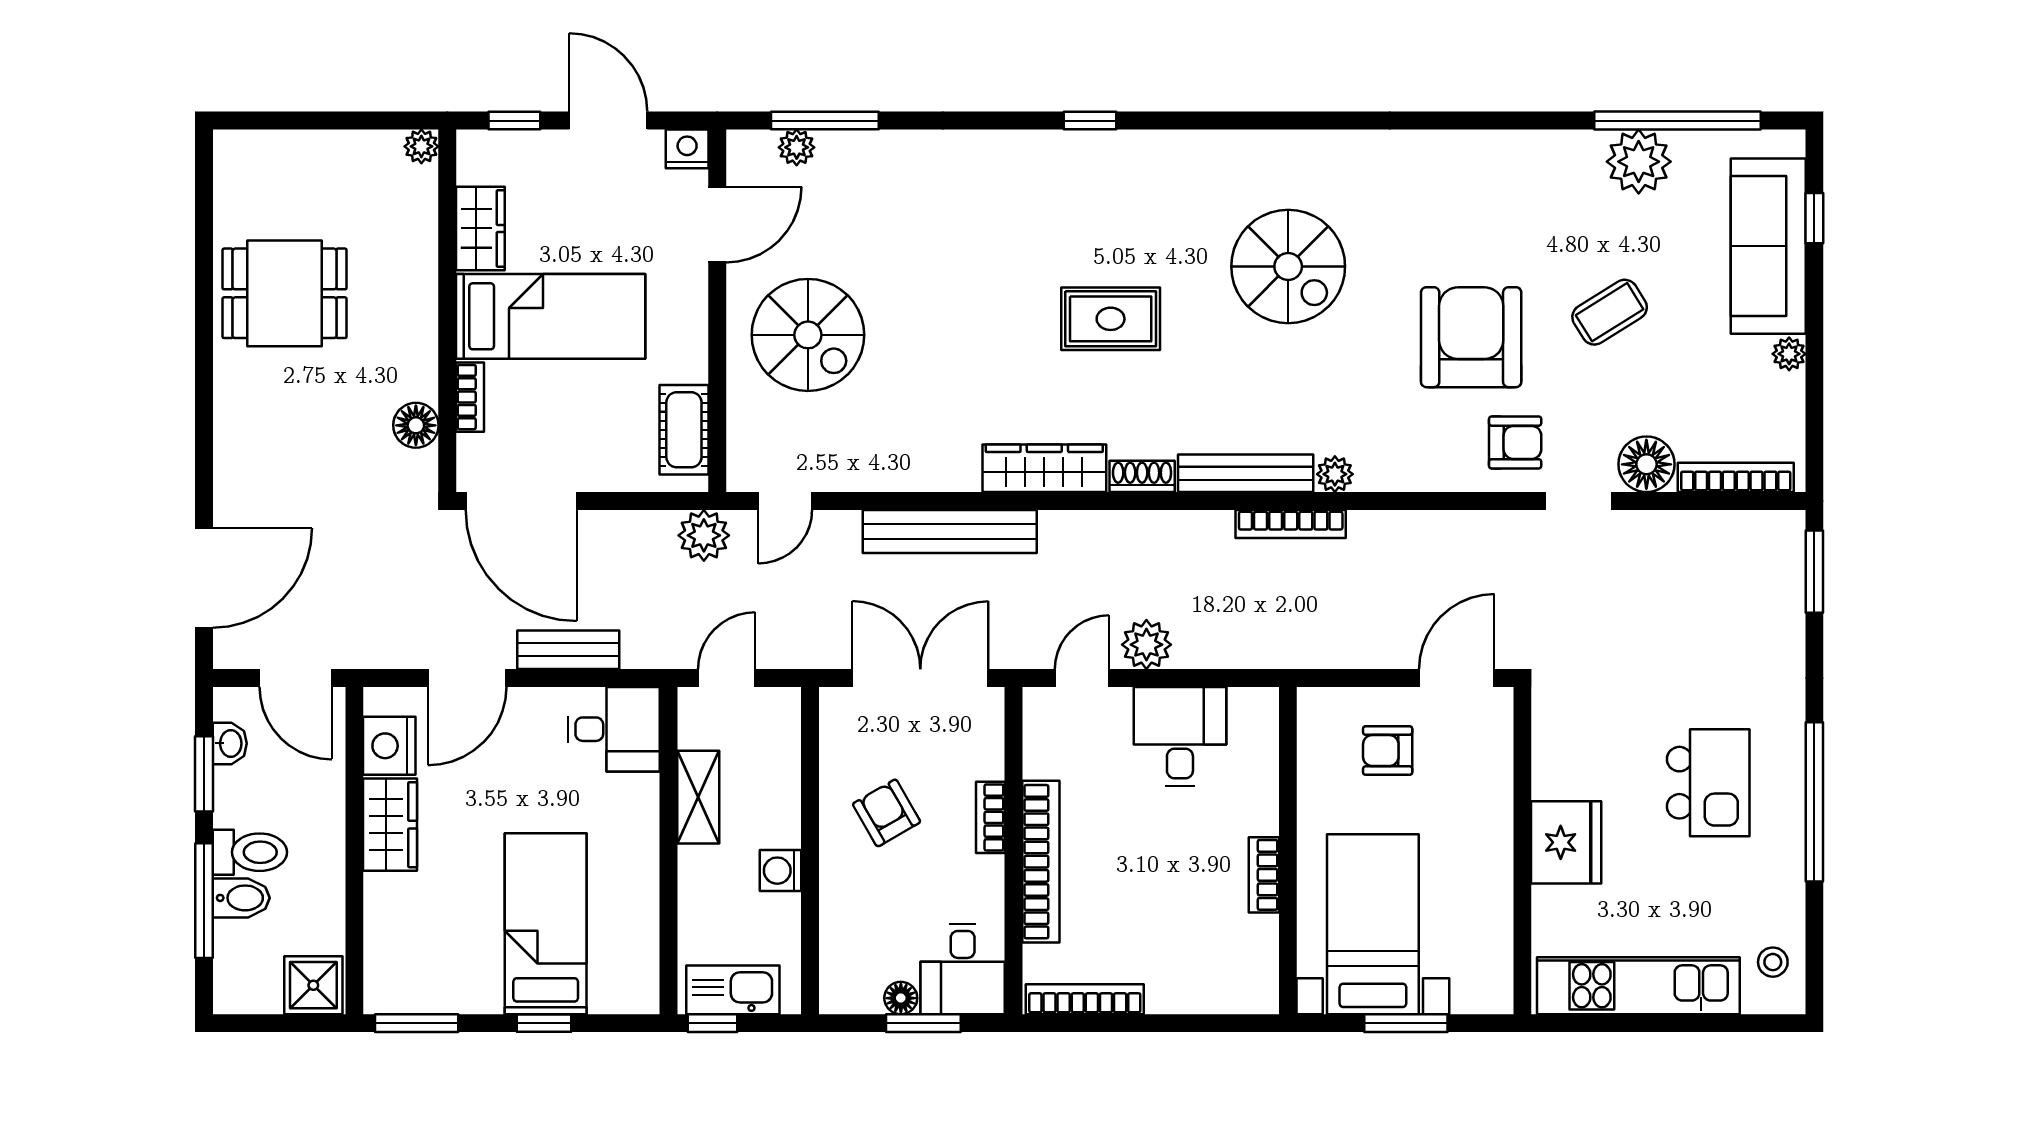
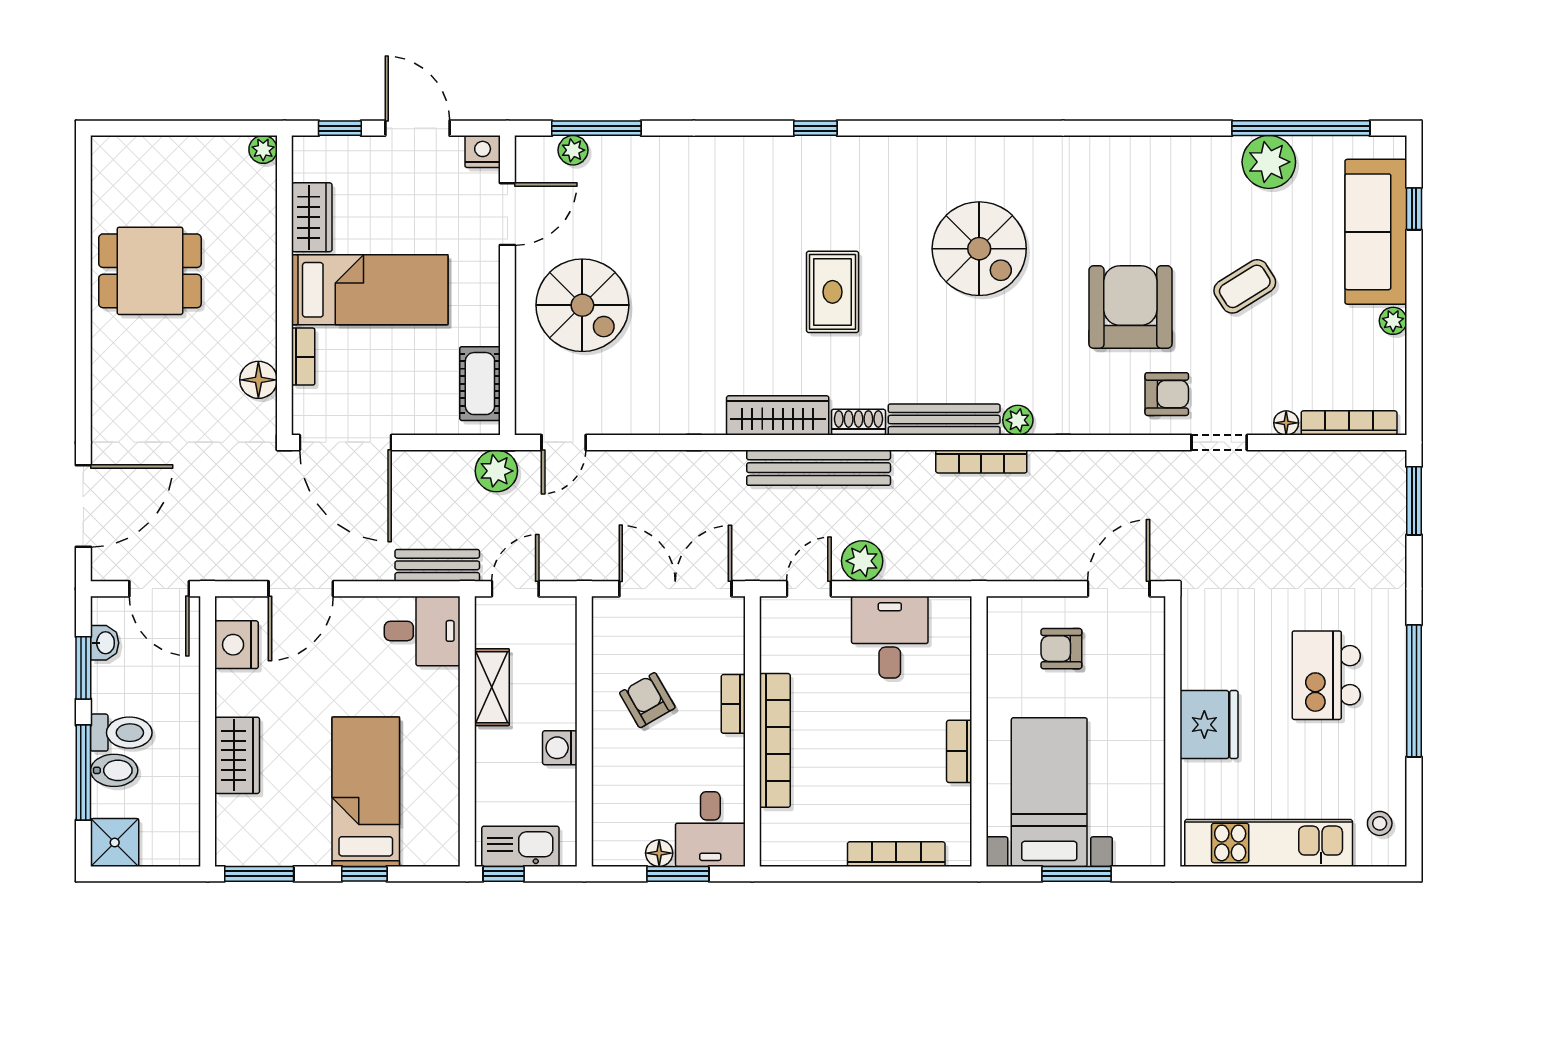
rug: (1111, 319) -> (833, 292), turned 90
floor lamp: (1646, 464) -> (1286, 423), width x0.53, depth x0.53
bench: (950, 532) -> (819, 468), moved
bench: (568, 650) -> (437, 565), moved
kitchen island: (1708, 783) -> (1326, 675), turned 180
wardrobe: (390, 825) -> (237, 755), moved
shower: (313, 985) -> (115, 843), moved
bookcase: (1085, 999) -> (896, 854), moved

